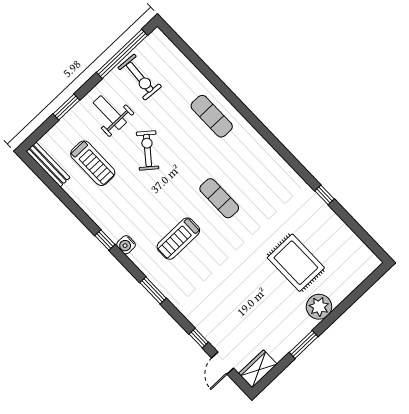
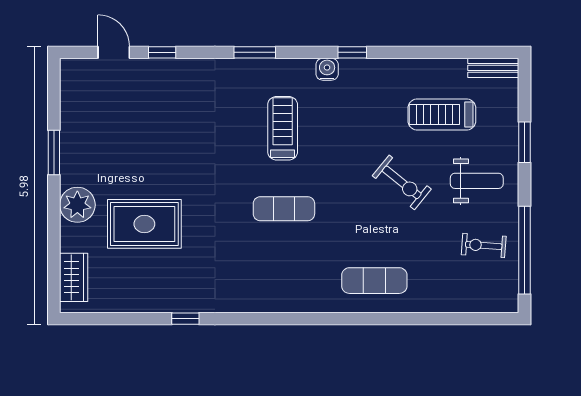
exercise bike: (140, 77) -> (484, 245), width x0.73, depth x0.72
bench: (48, 164) -> (493, 68), width x0.73
wardrobe: (258, 369) -> (74, 277), moved

